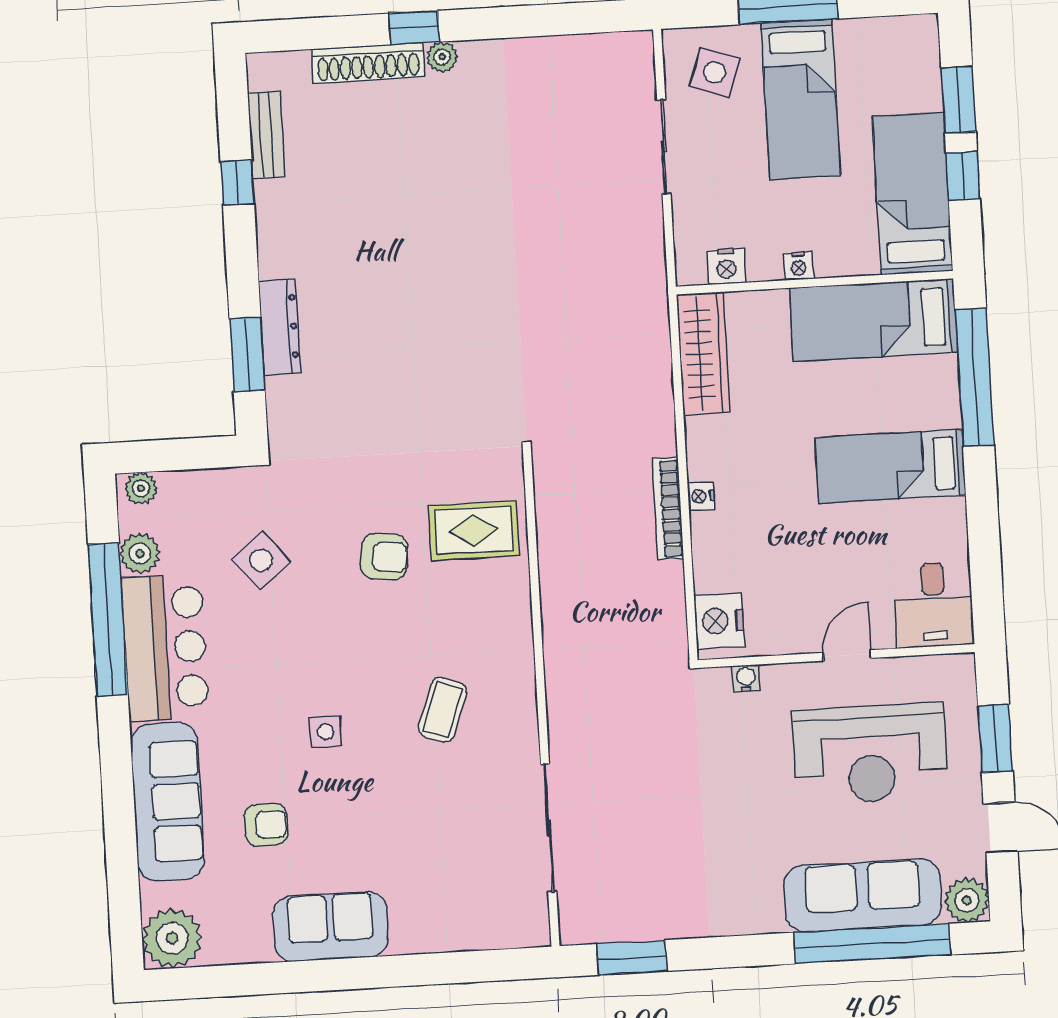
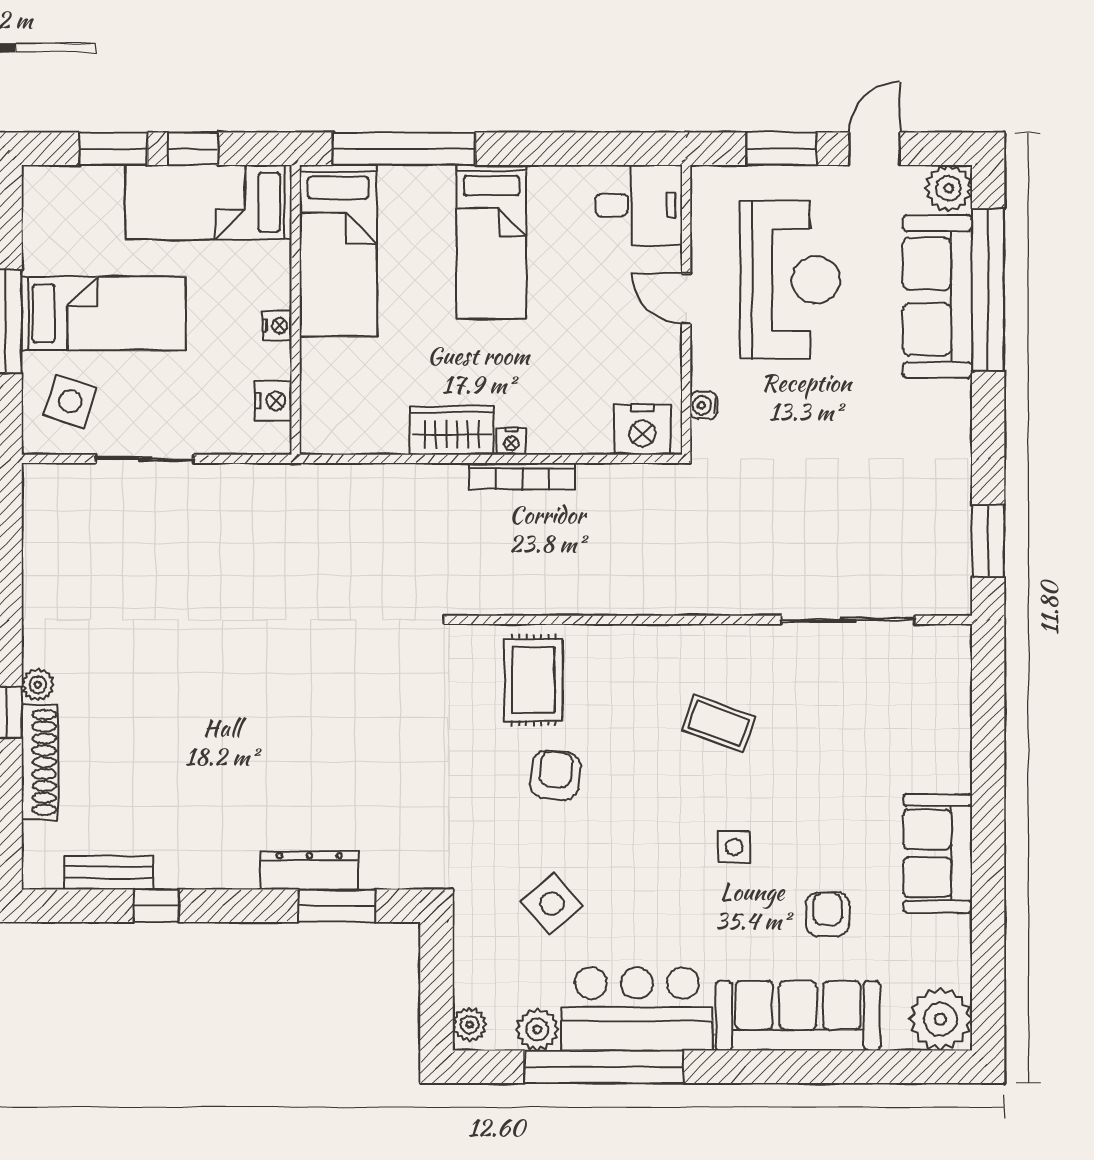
wardrobe: (703, 353) -> (452, 430), moved, width x0.67

